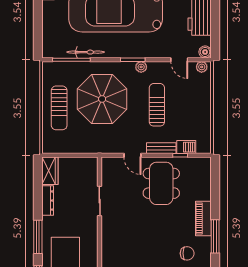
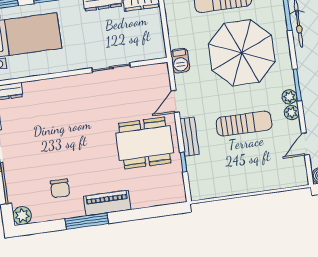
plant: (202, 67) -> (292, 113), moved
barbecue: (186, 147) -> (180, 61), moved

